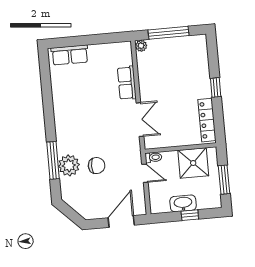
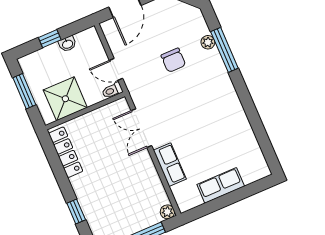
row of seats: (70, 55) -> (221, 185), moved
window: (216, 87) -> (76, 212), moved
plant: (69, 165) -> (208, 42), width x0.53, depth x0.53
chair: (97, 166) -> (173, 60), turned -90
washbasin: (183, 203) -> (67, 44), width x0.52, depth x0.69

